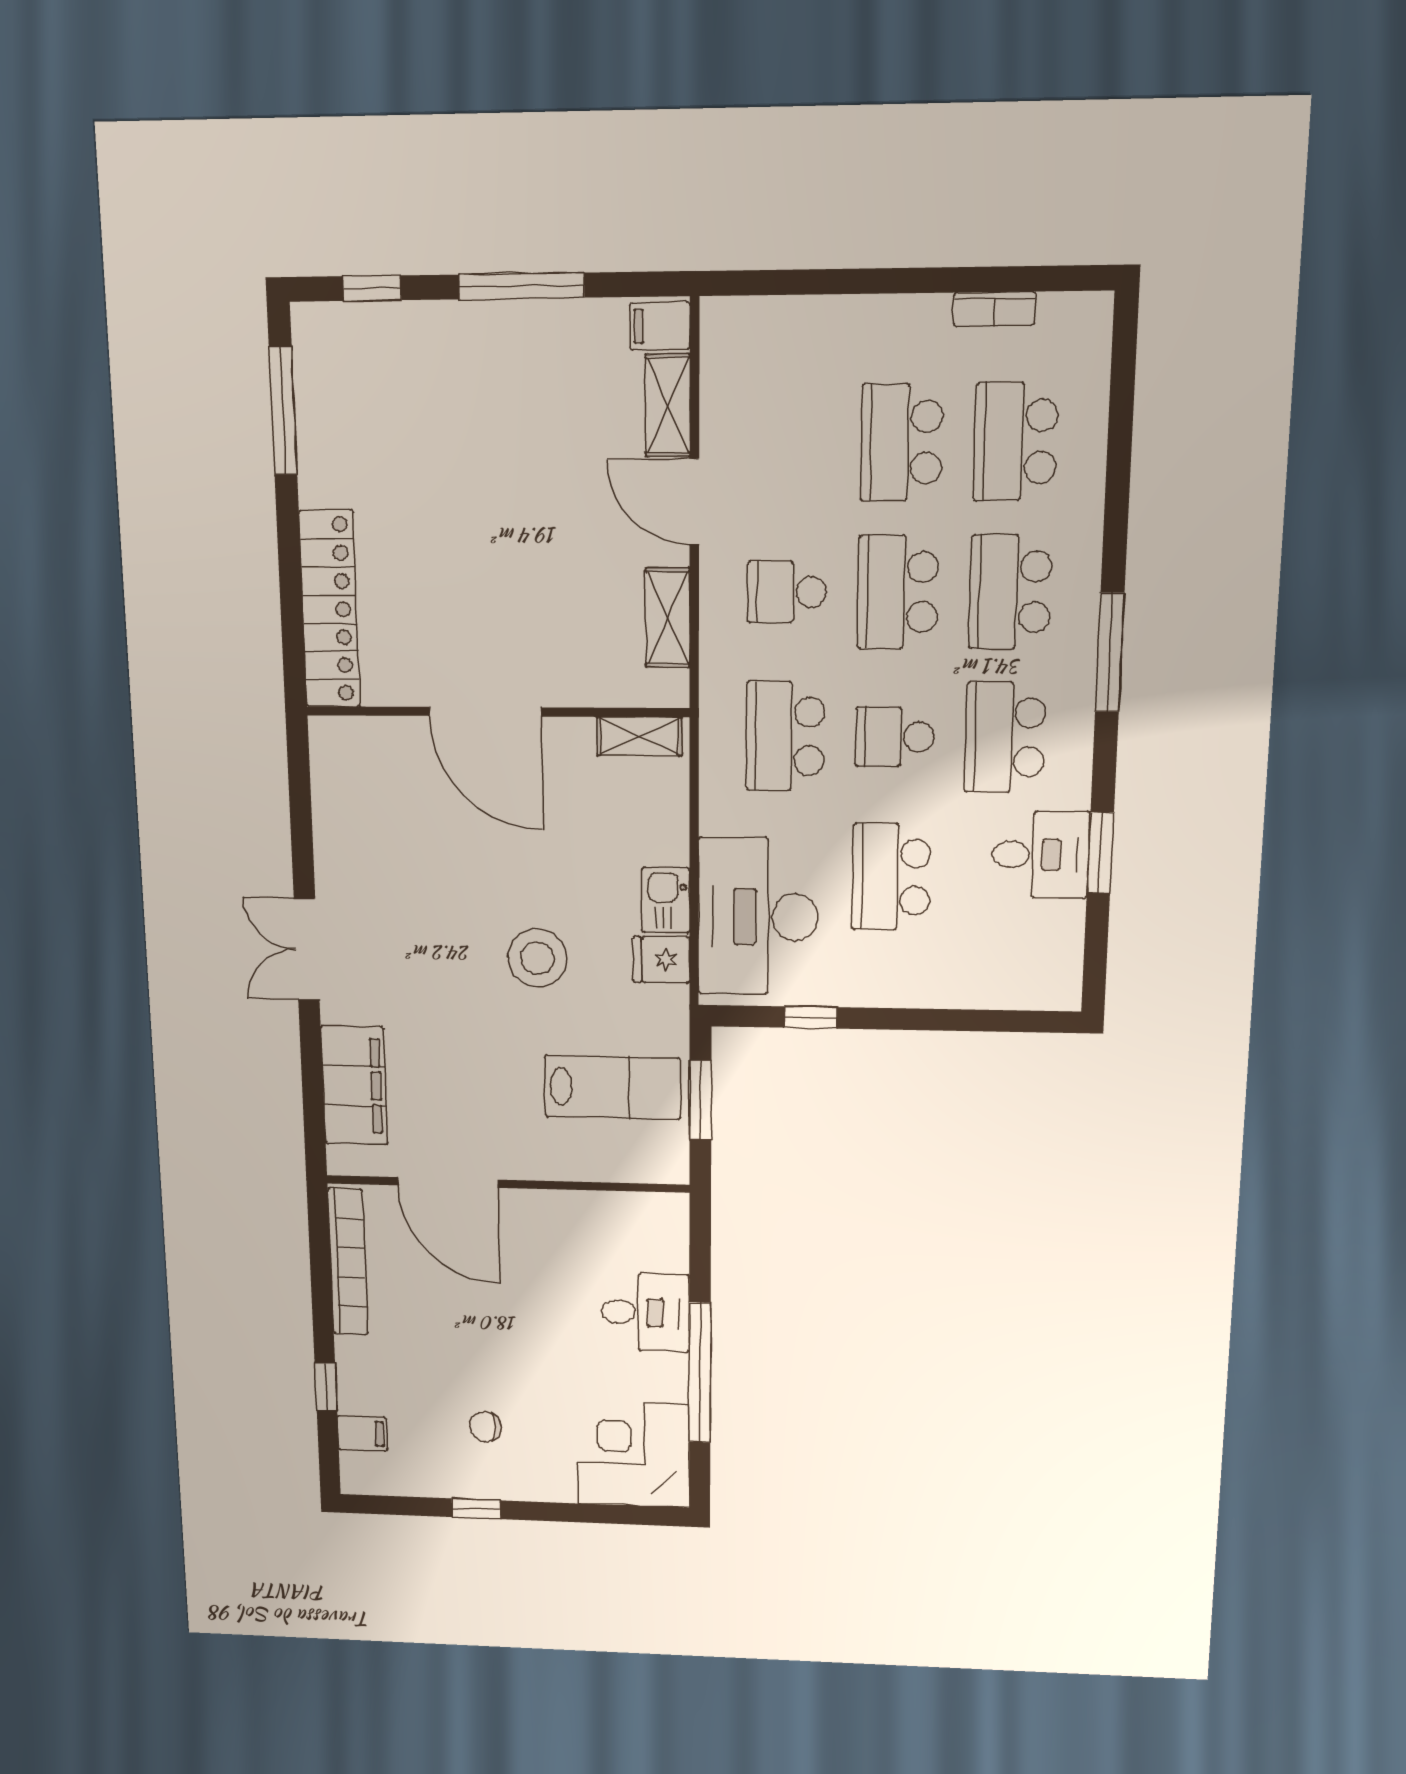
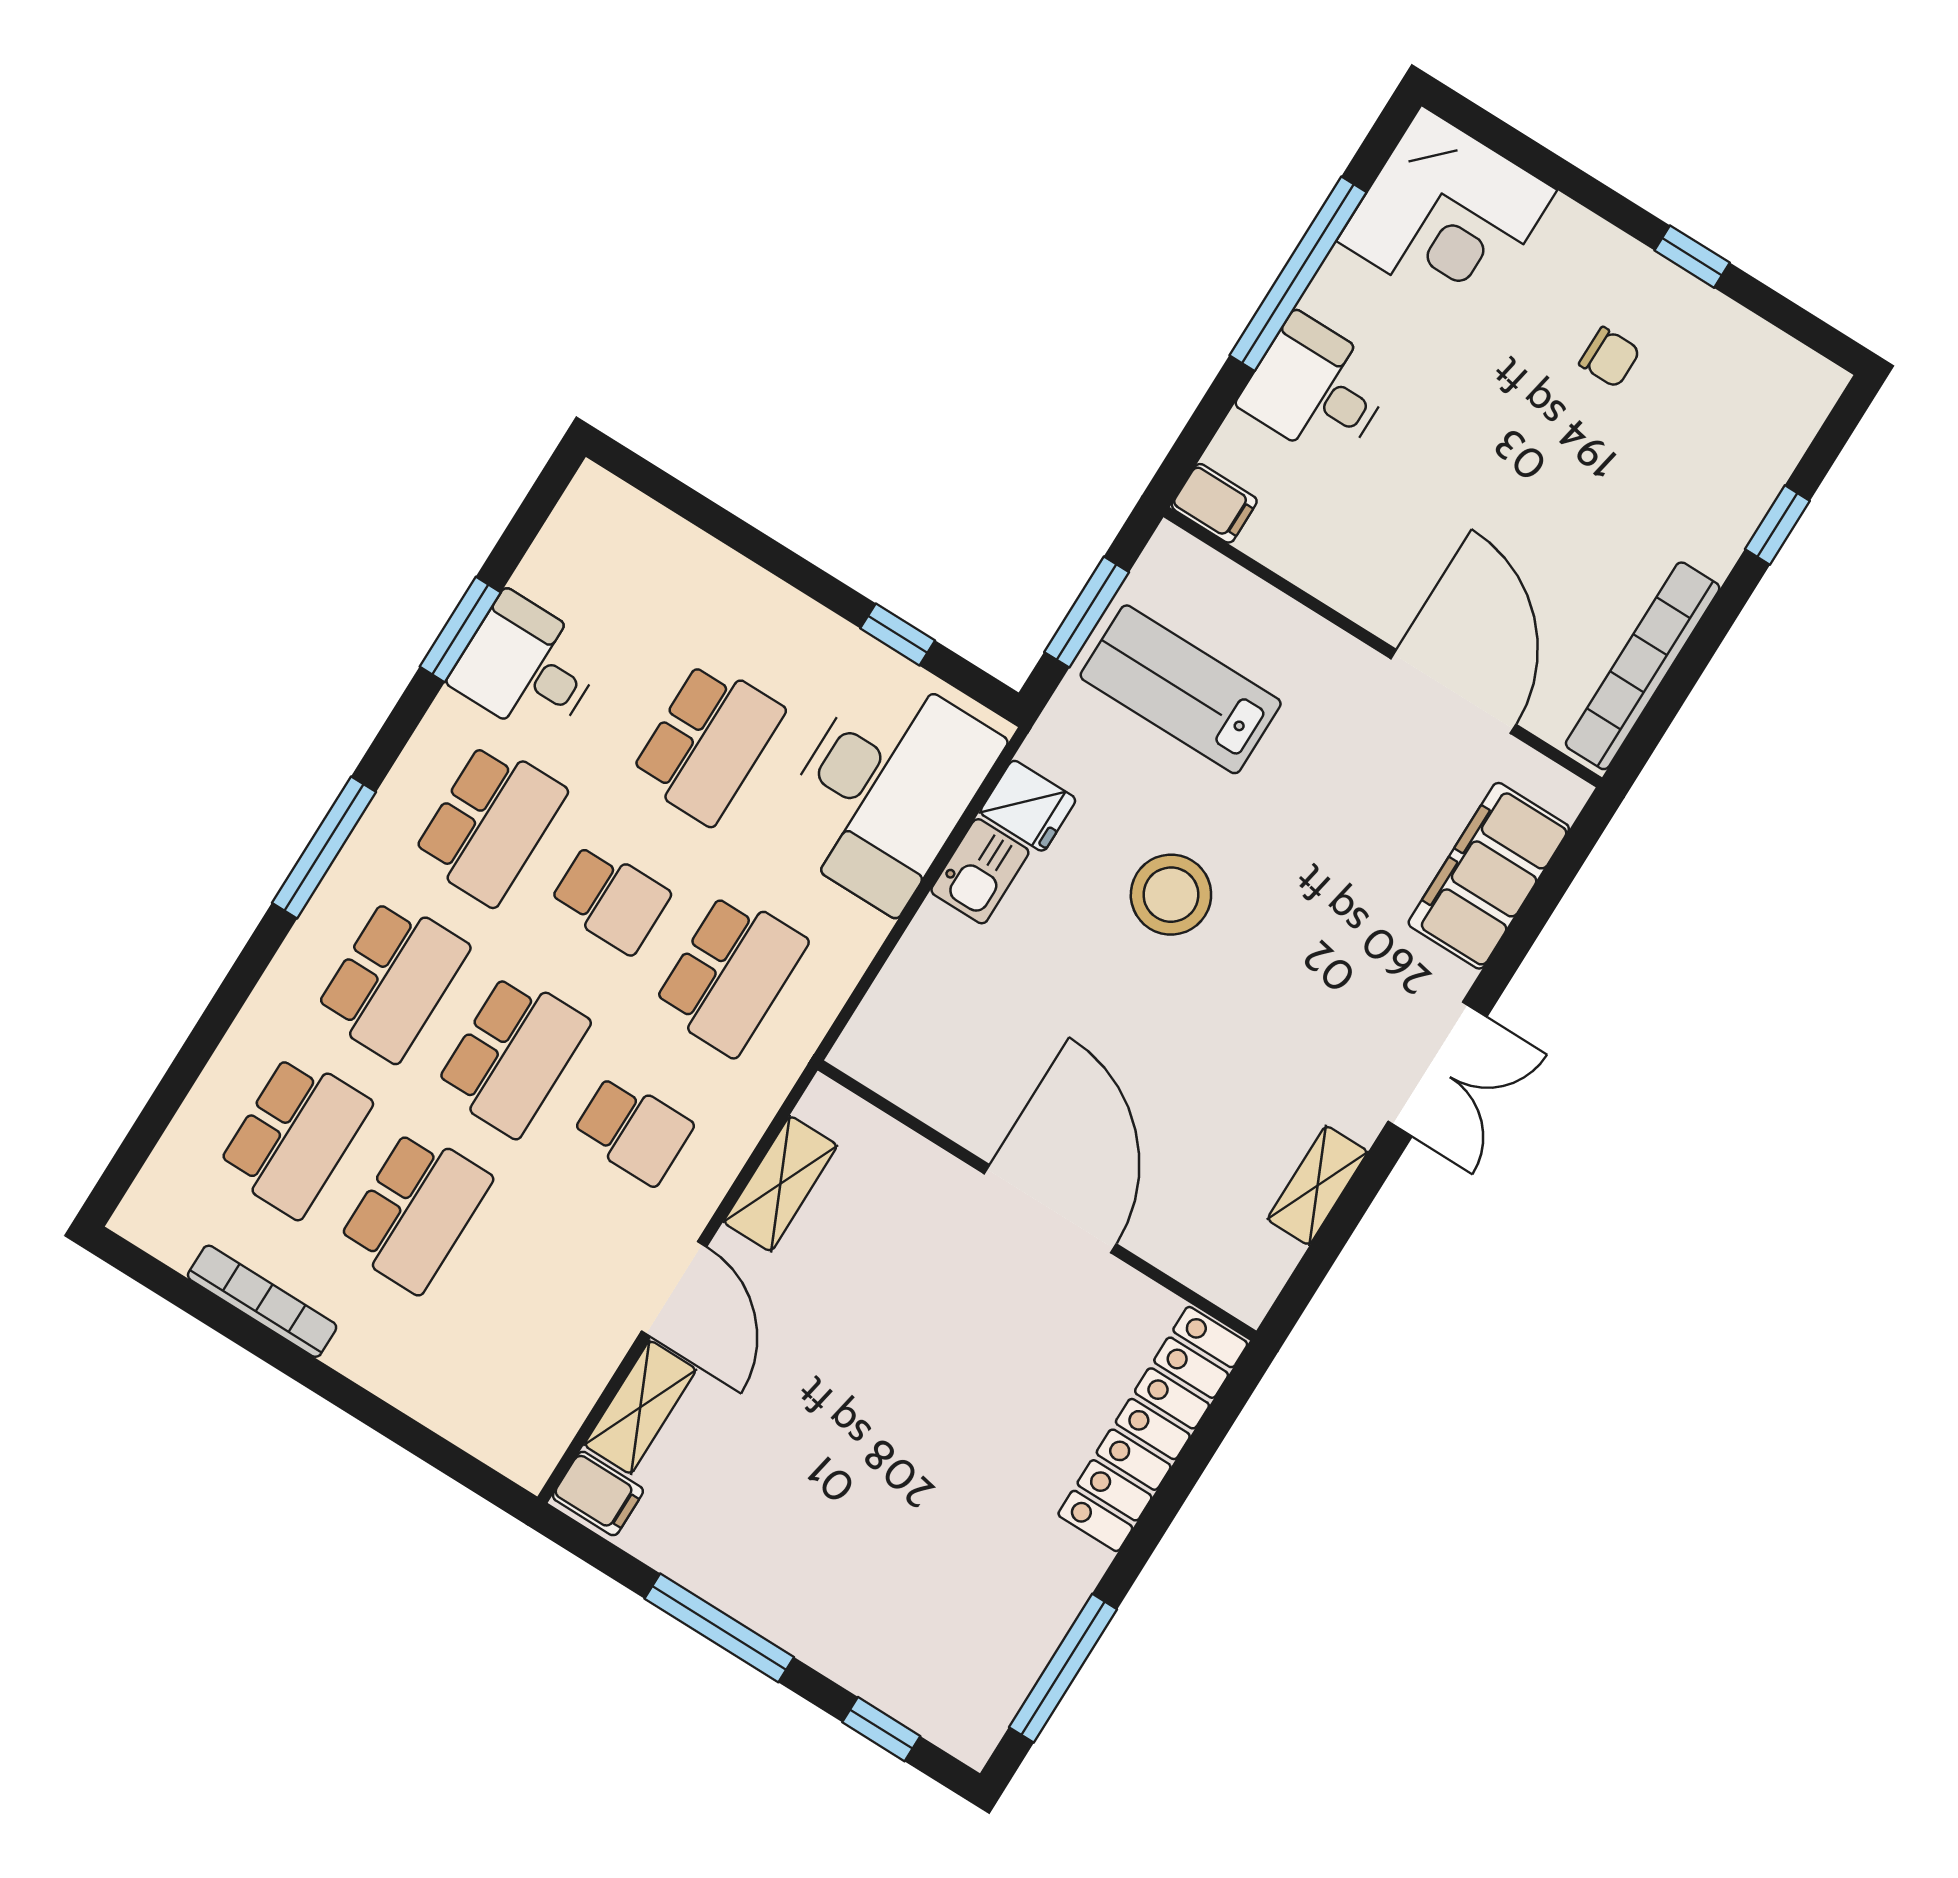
bookcase: (994, 309) -> (262, 1301), width x1.56
shelving: (640, 736) -> (1318, 1185), moved, turned 90
filing cabinet: (362, 1433) -> (1214, 503), moved, turned 180

